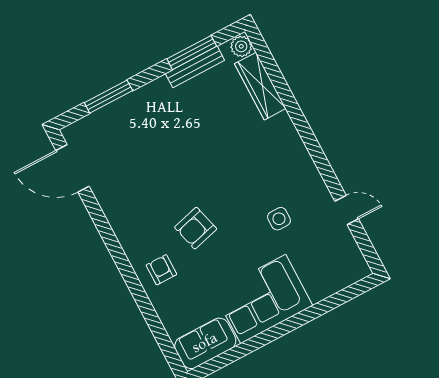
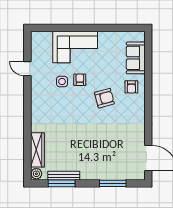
armchair: (252, 237) -> (80, 80), added
corner sofa: (263, 299) -> (75, 47), moved
sofa: (205, 343) -> (136, 58), moved, turned 90

